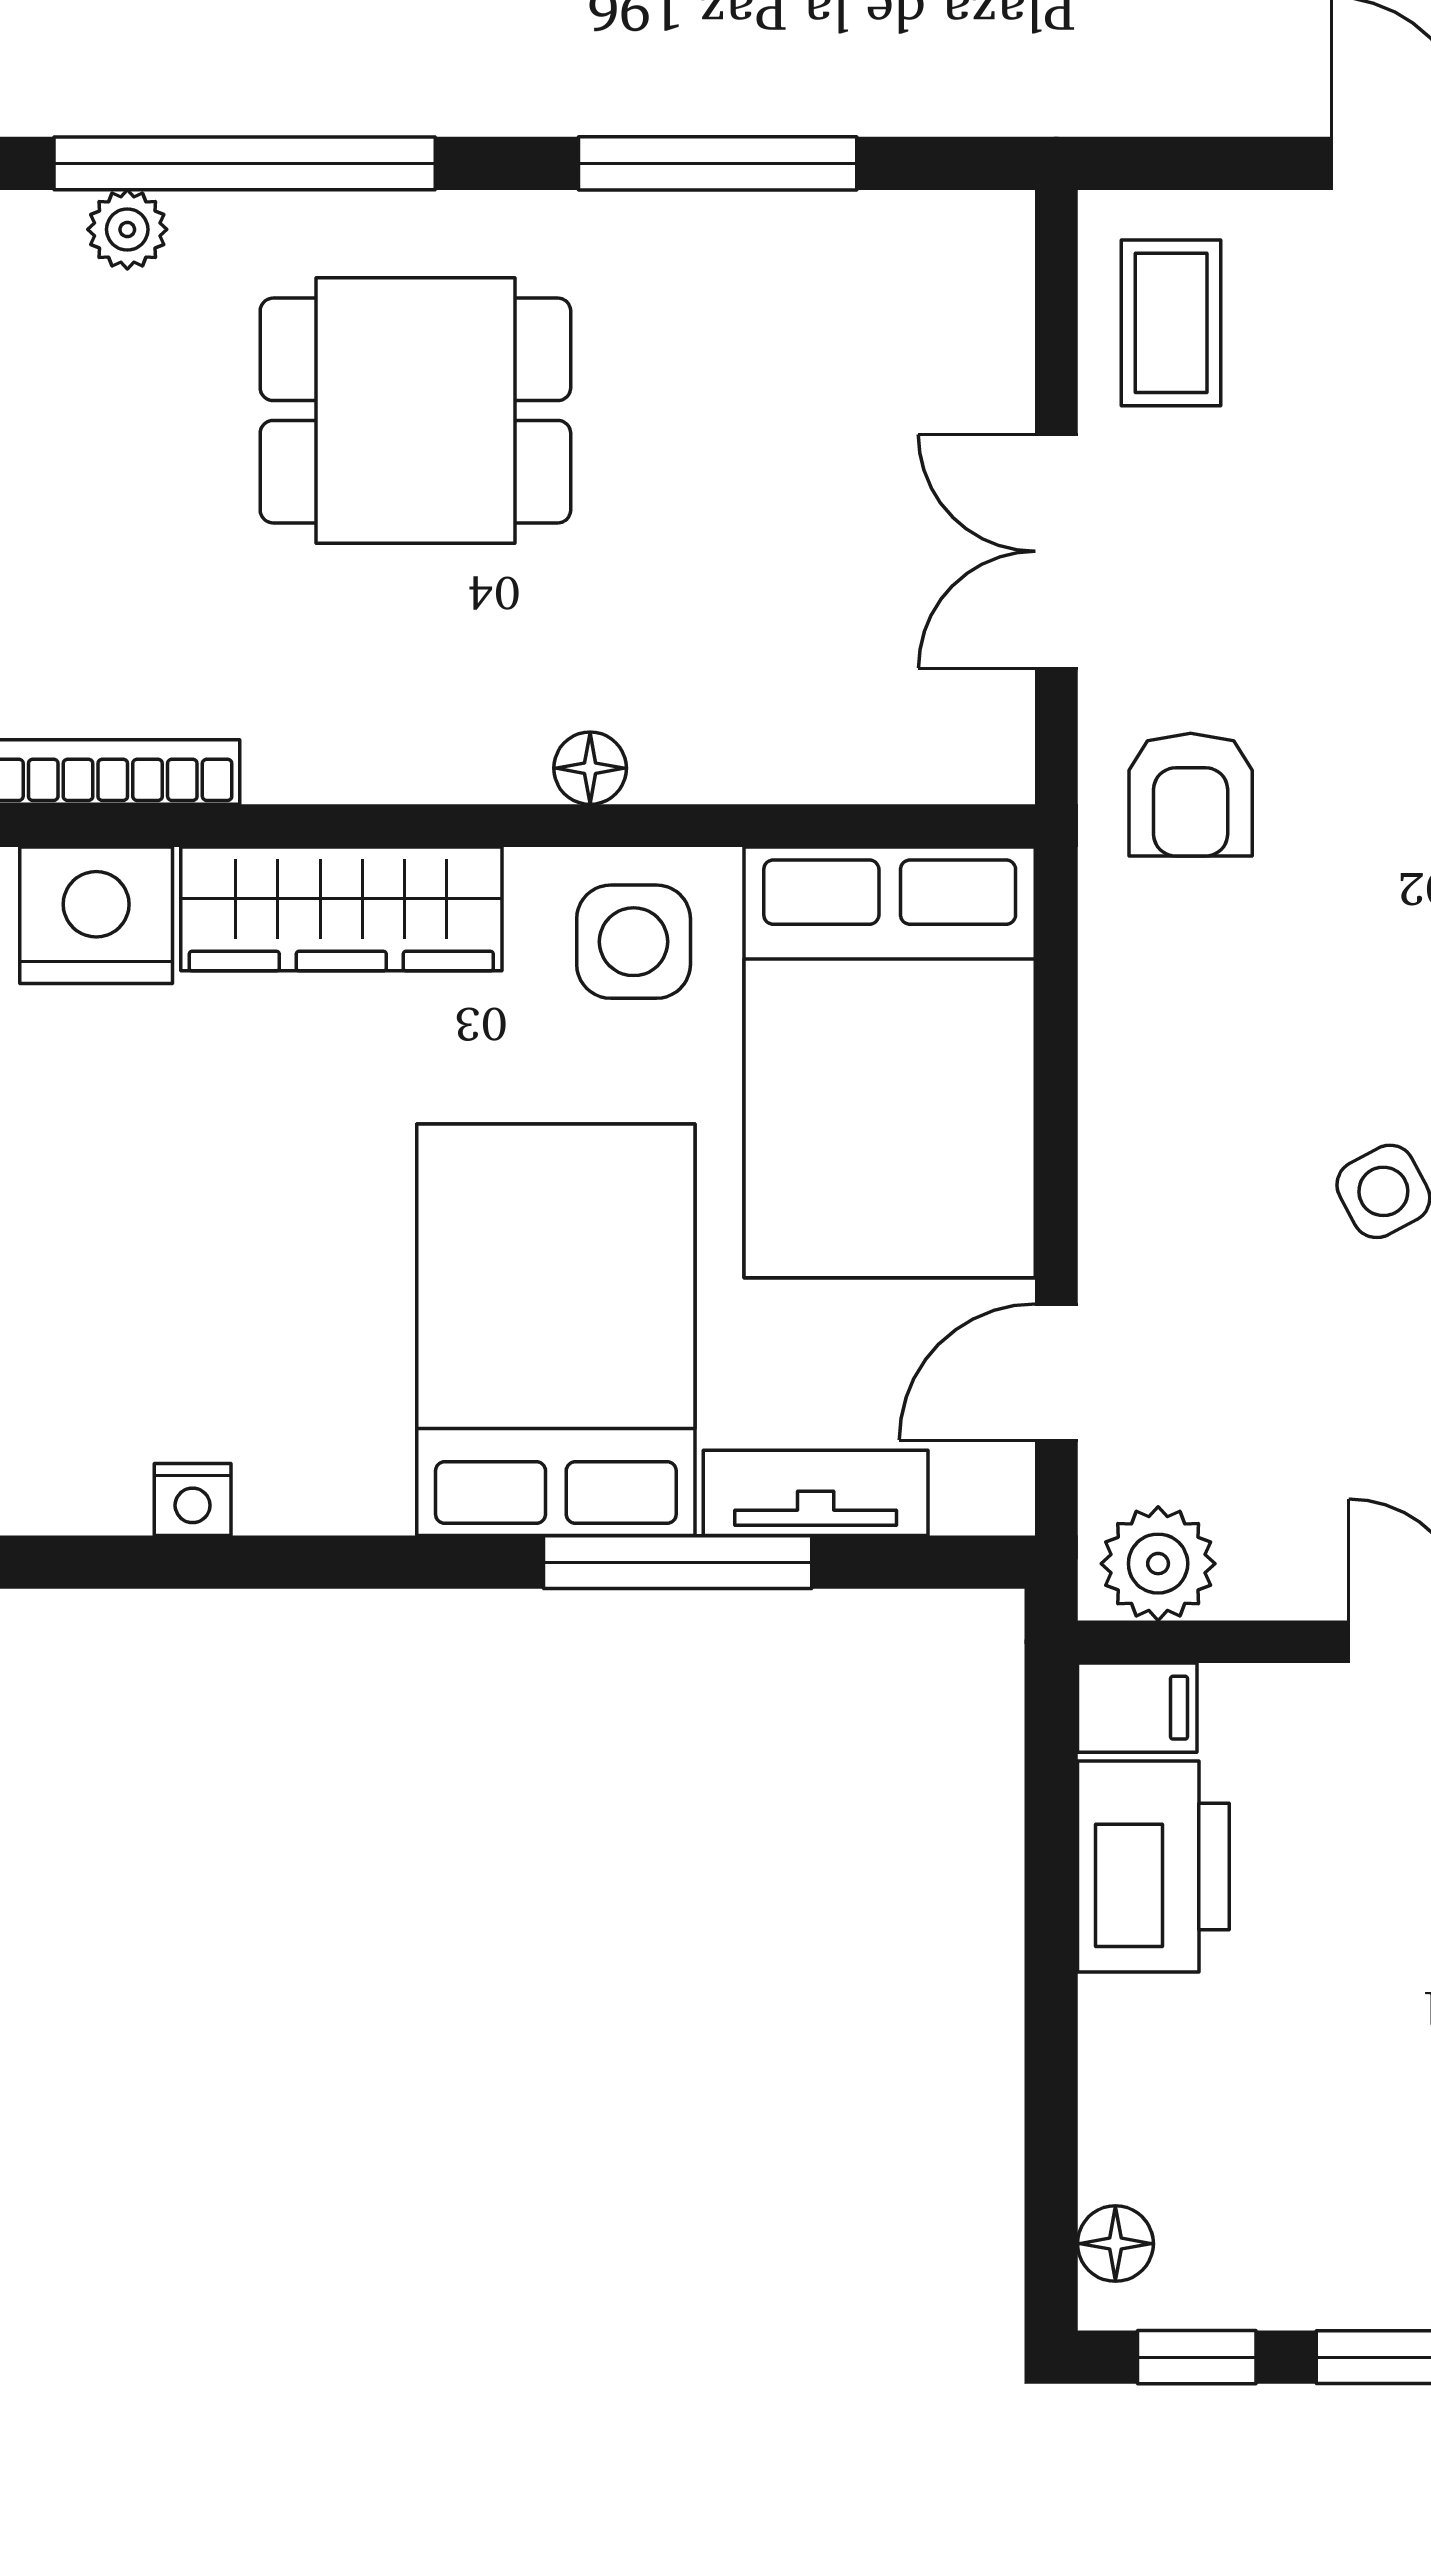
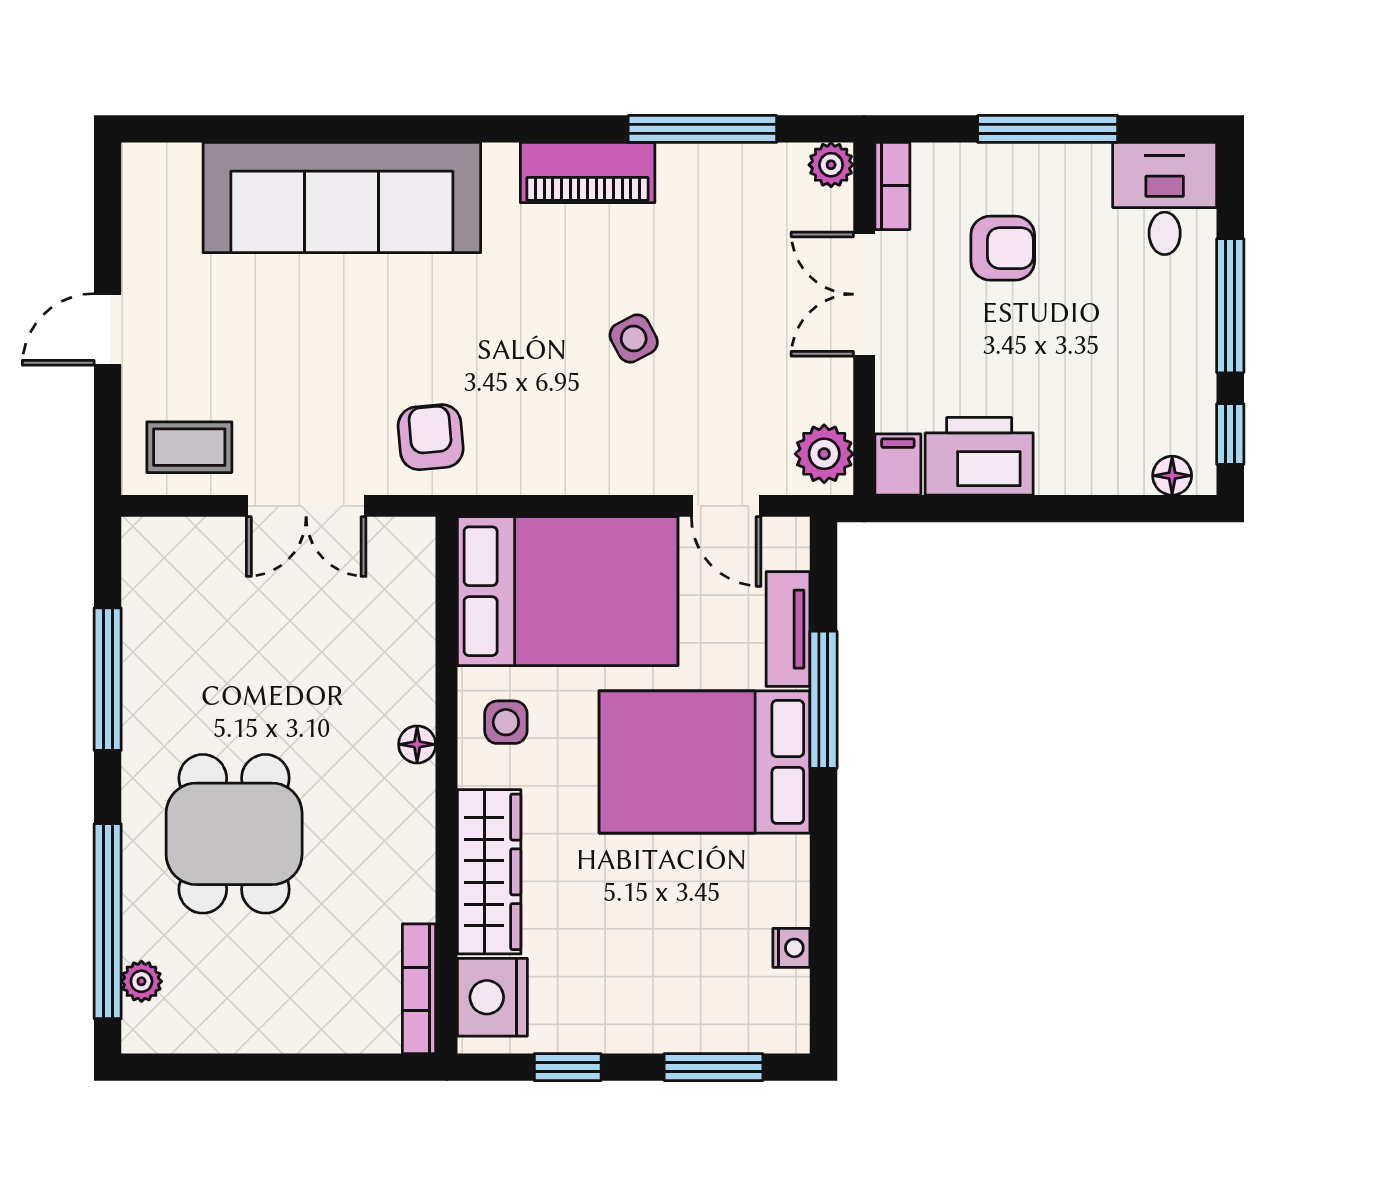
armchair: (1191, 795) -> (431, 437), turned -95
side table: (634, 942) -> (506, 722), width x0.73, depth x0.73

